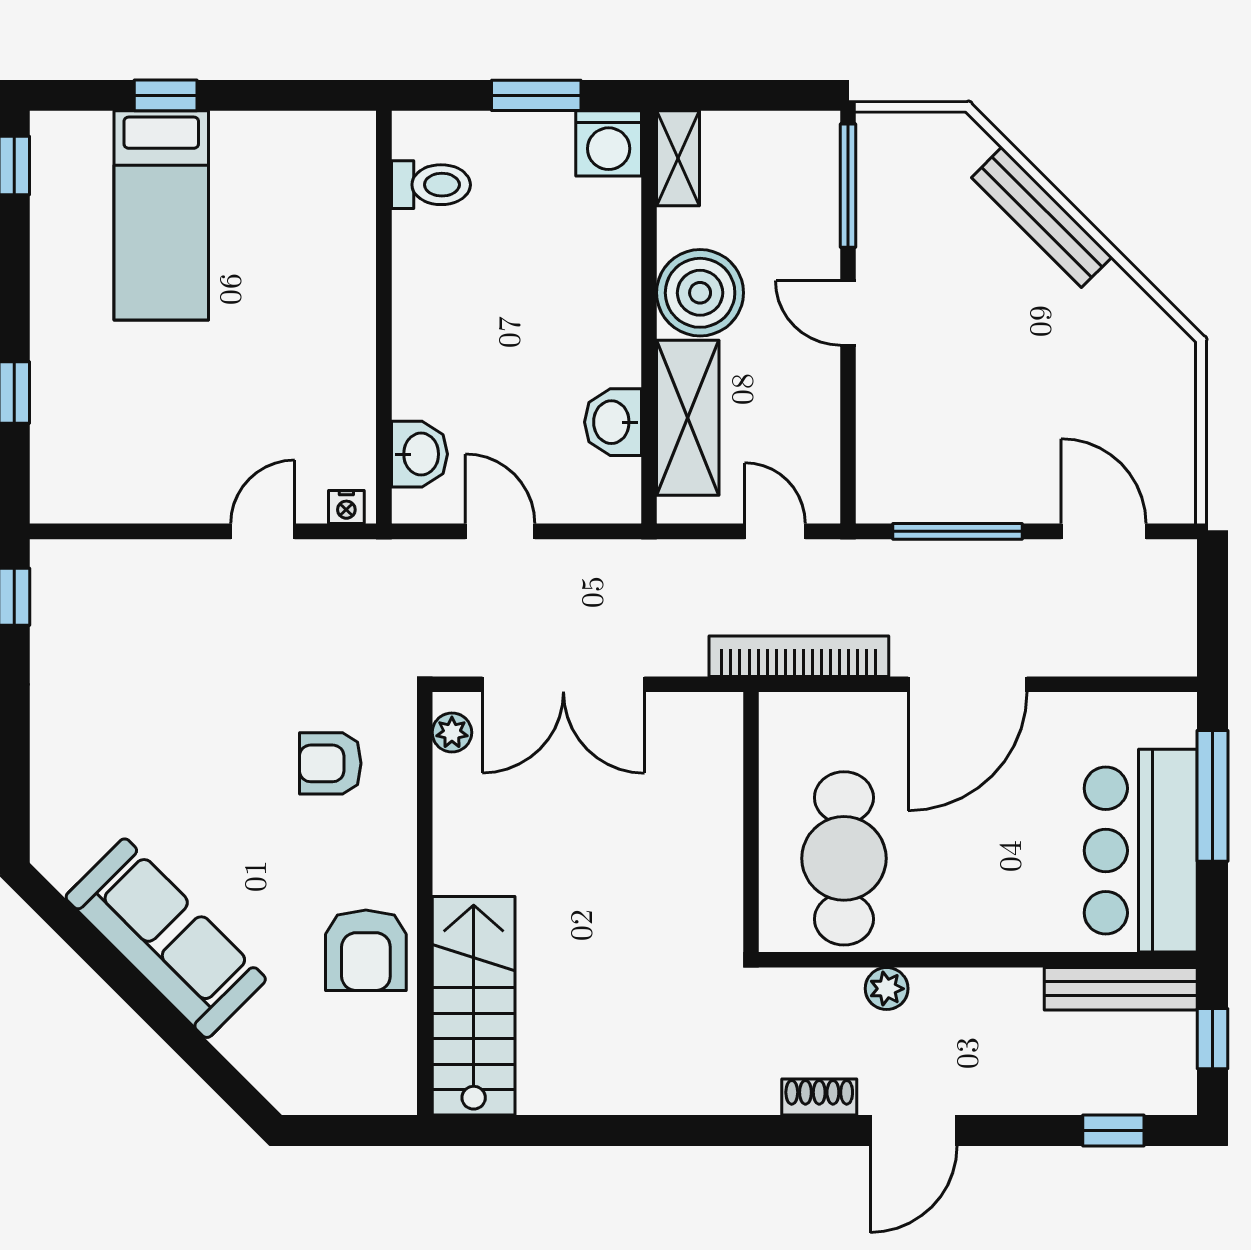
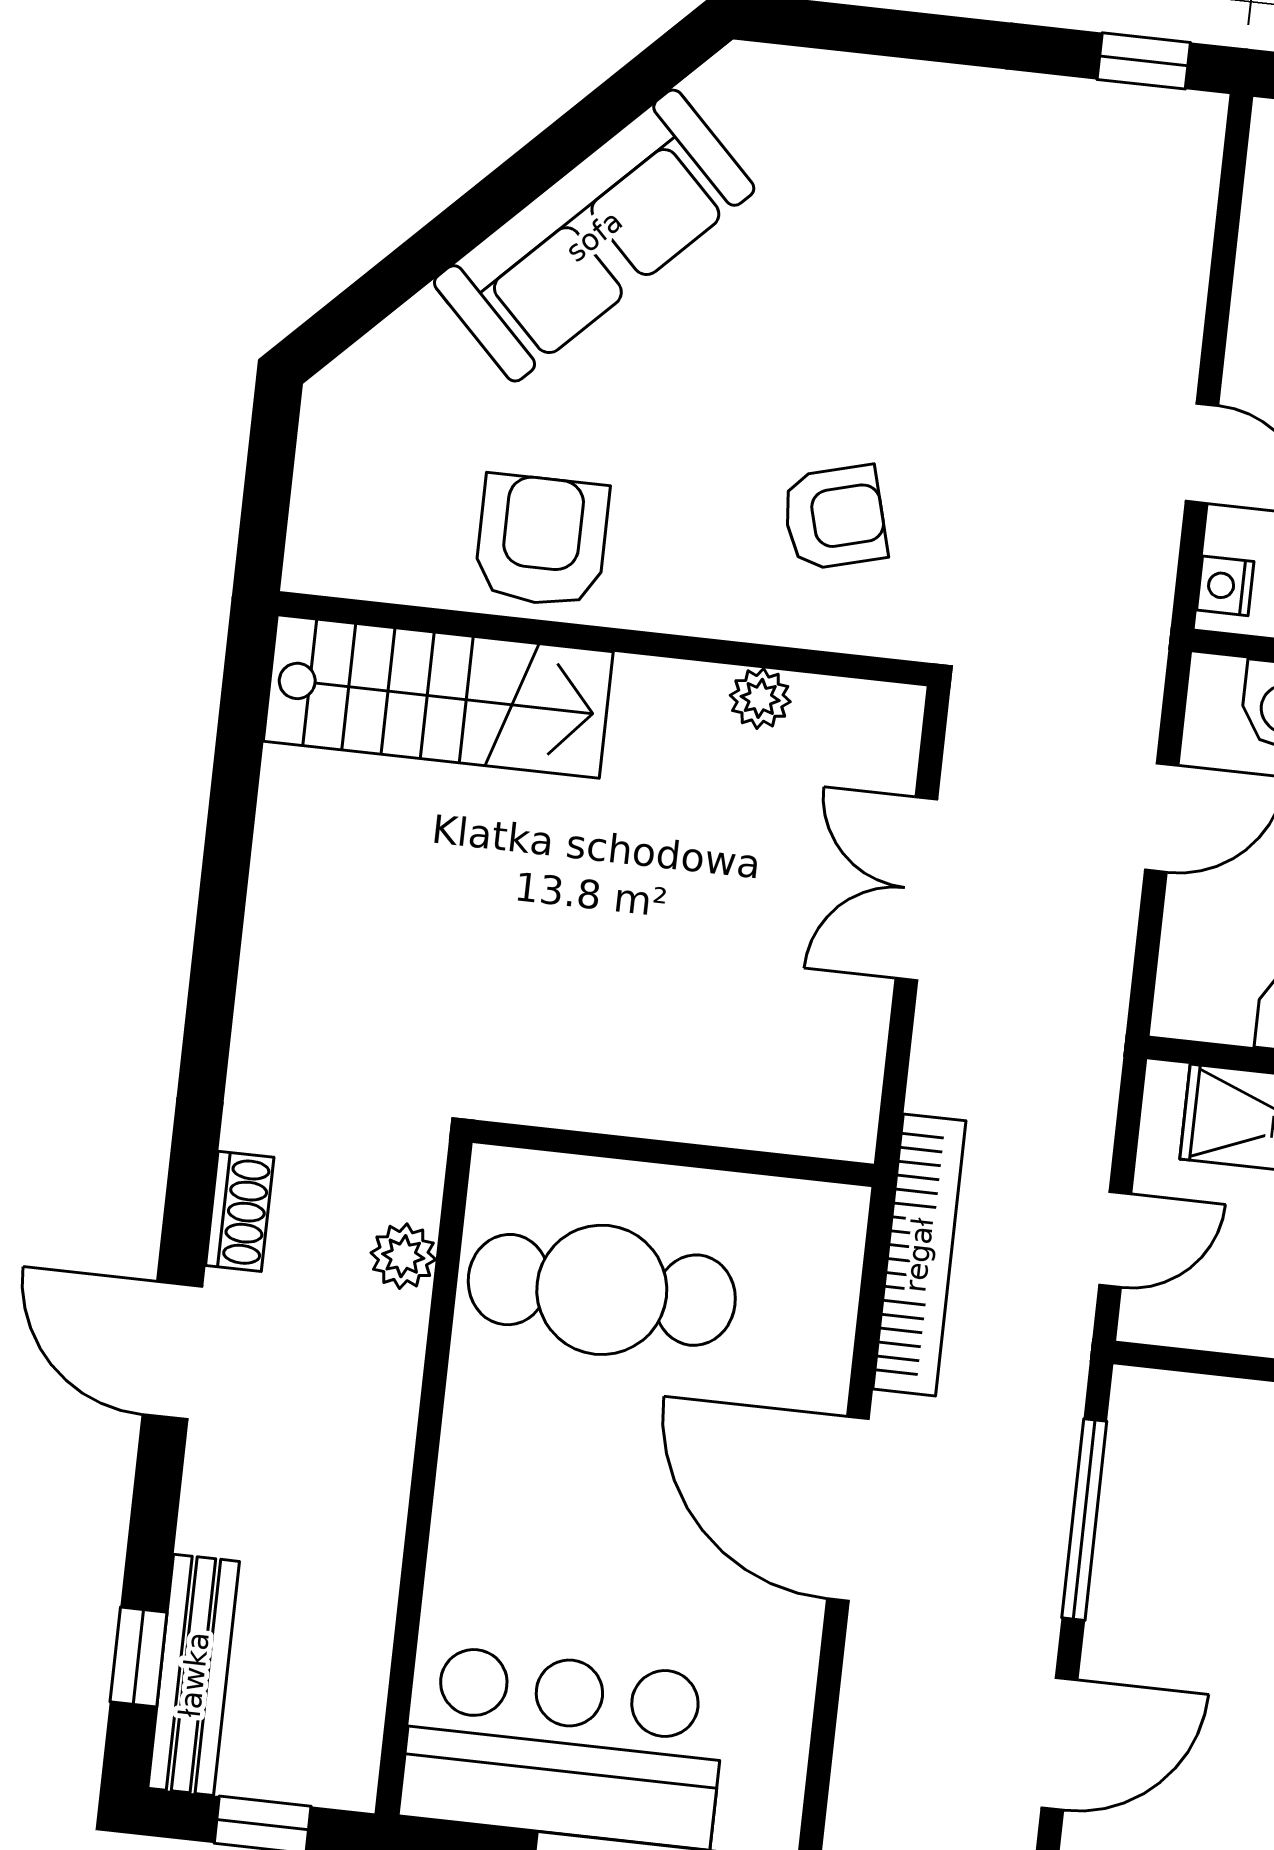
double door: (563, 684) -> (916, 889), width x0.73
plant: (452, 732) -> (760, 698), moved
armchair: (330, 763) -> (834, 518), turned 75
armchair: (366, 950) -> (542, 541), turned 90
plant: (887, 989) -> (403, 1256), moved
bench: (1121, 989) -> (194, 1675), moved

